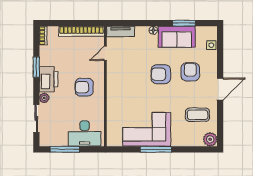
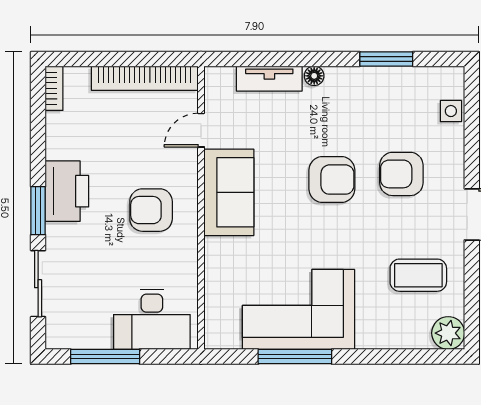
tv unit: (120, 31) -> (269, 79), moved
sofa: (177, 37) -> (229, 192), moved, turned -90
window: (36, 67) -> (38, 211), moved
armchair: (190, 72) -> (401, 174), turned -90
armchair: (161, 74) -> (332, 180), turned 180
plant: (44, 98) -> (57, 235), removed
window: (156, 149) -> (295, 357), moved

